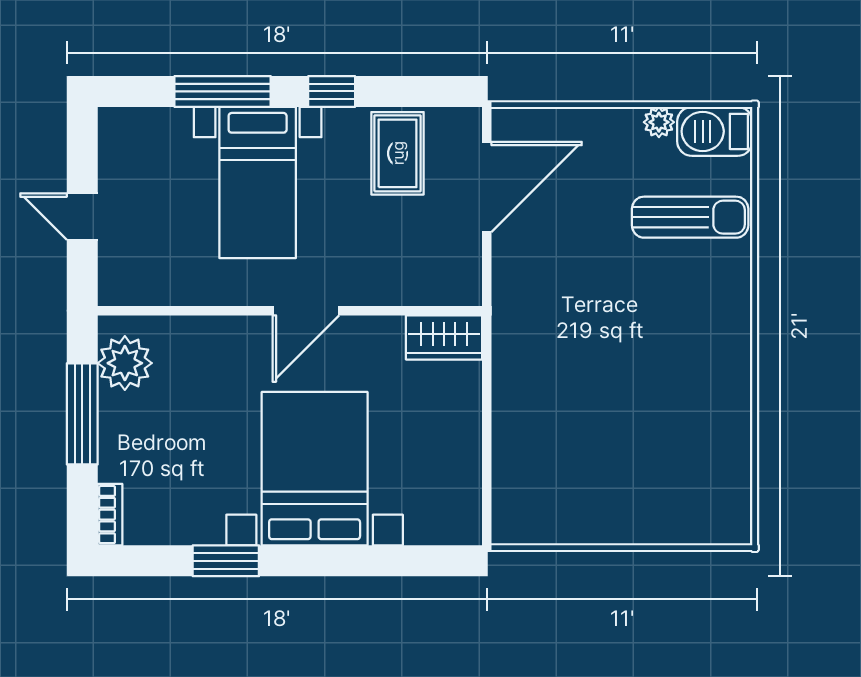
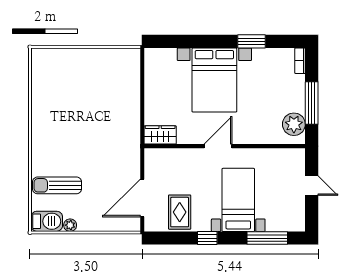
window: (223, 91) -> (267, 238), moved

